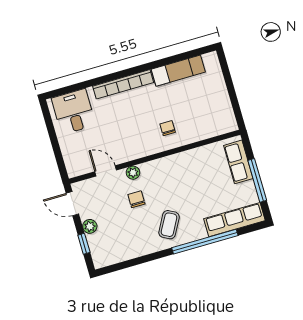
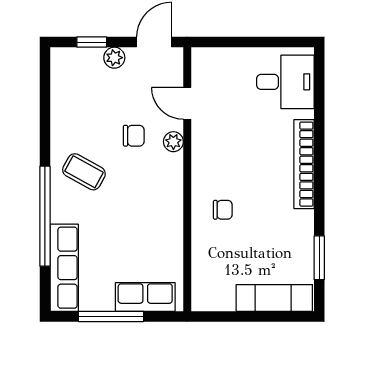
window: (181, 57) -> (319, 258), added
exam couch: (178, 71) -> (274, 298), moved, turned 90
door: (106, 171) -> (187, 103), swing flipped

